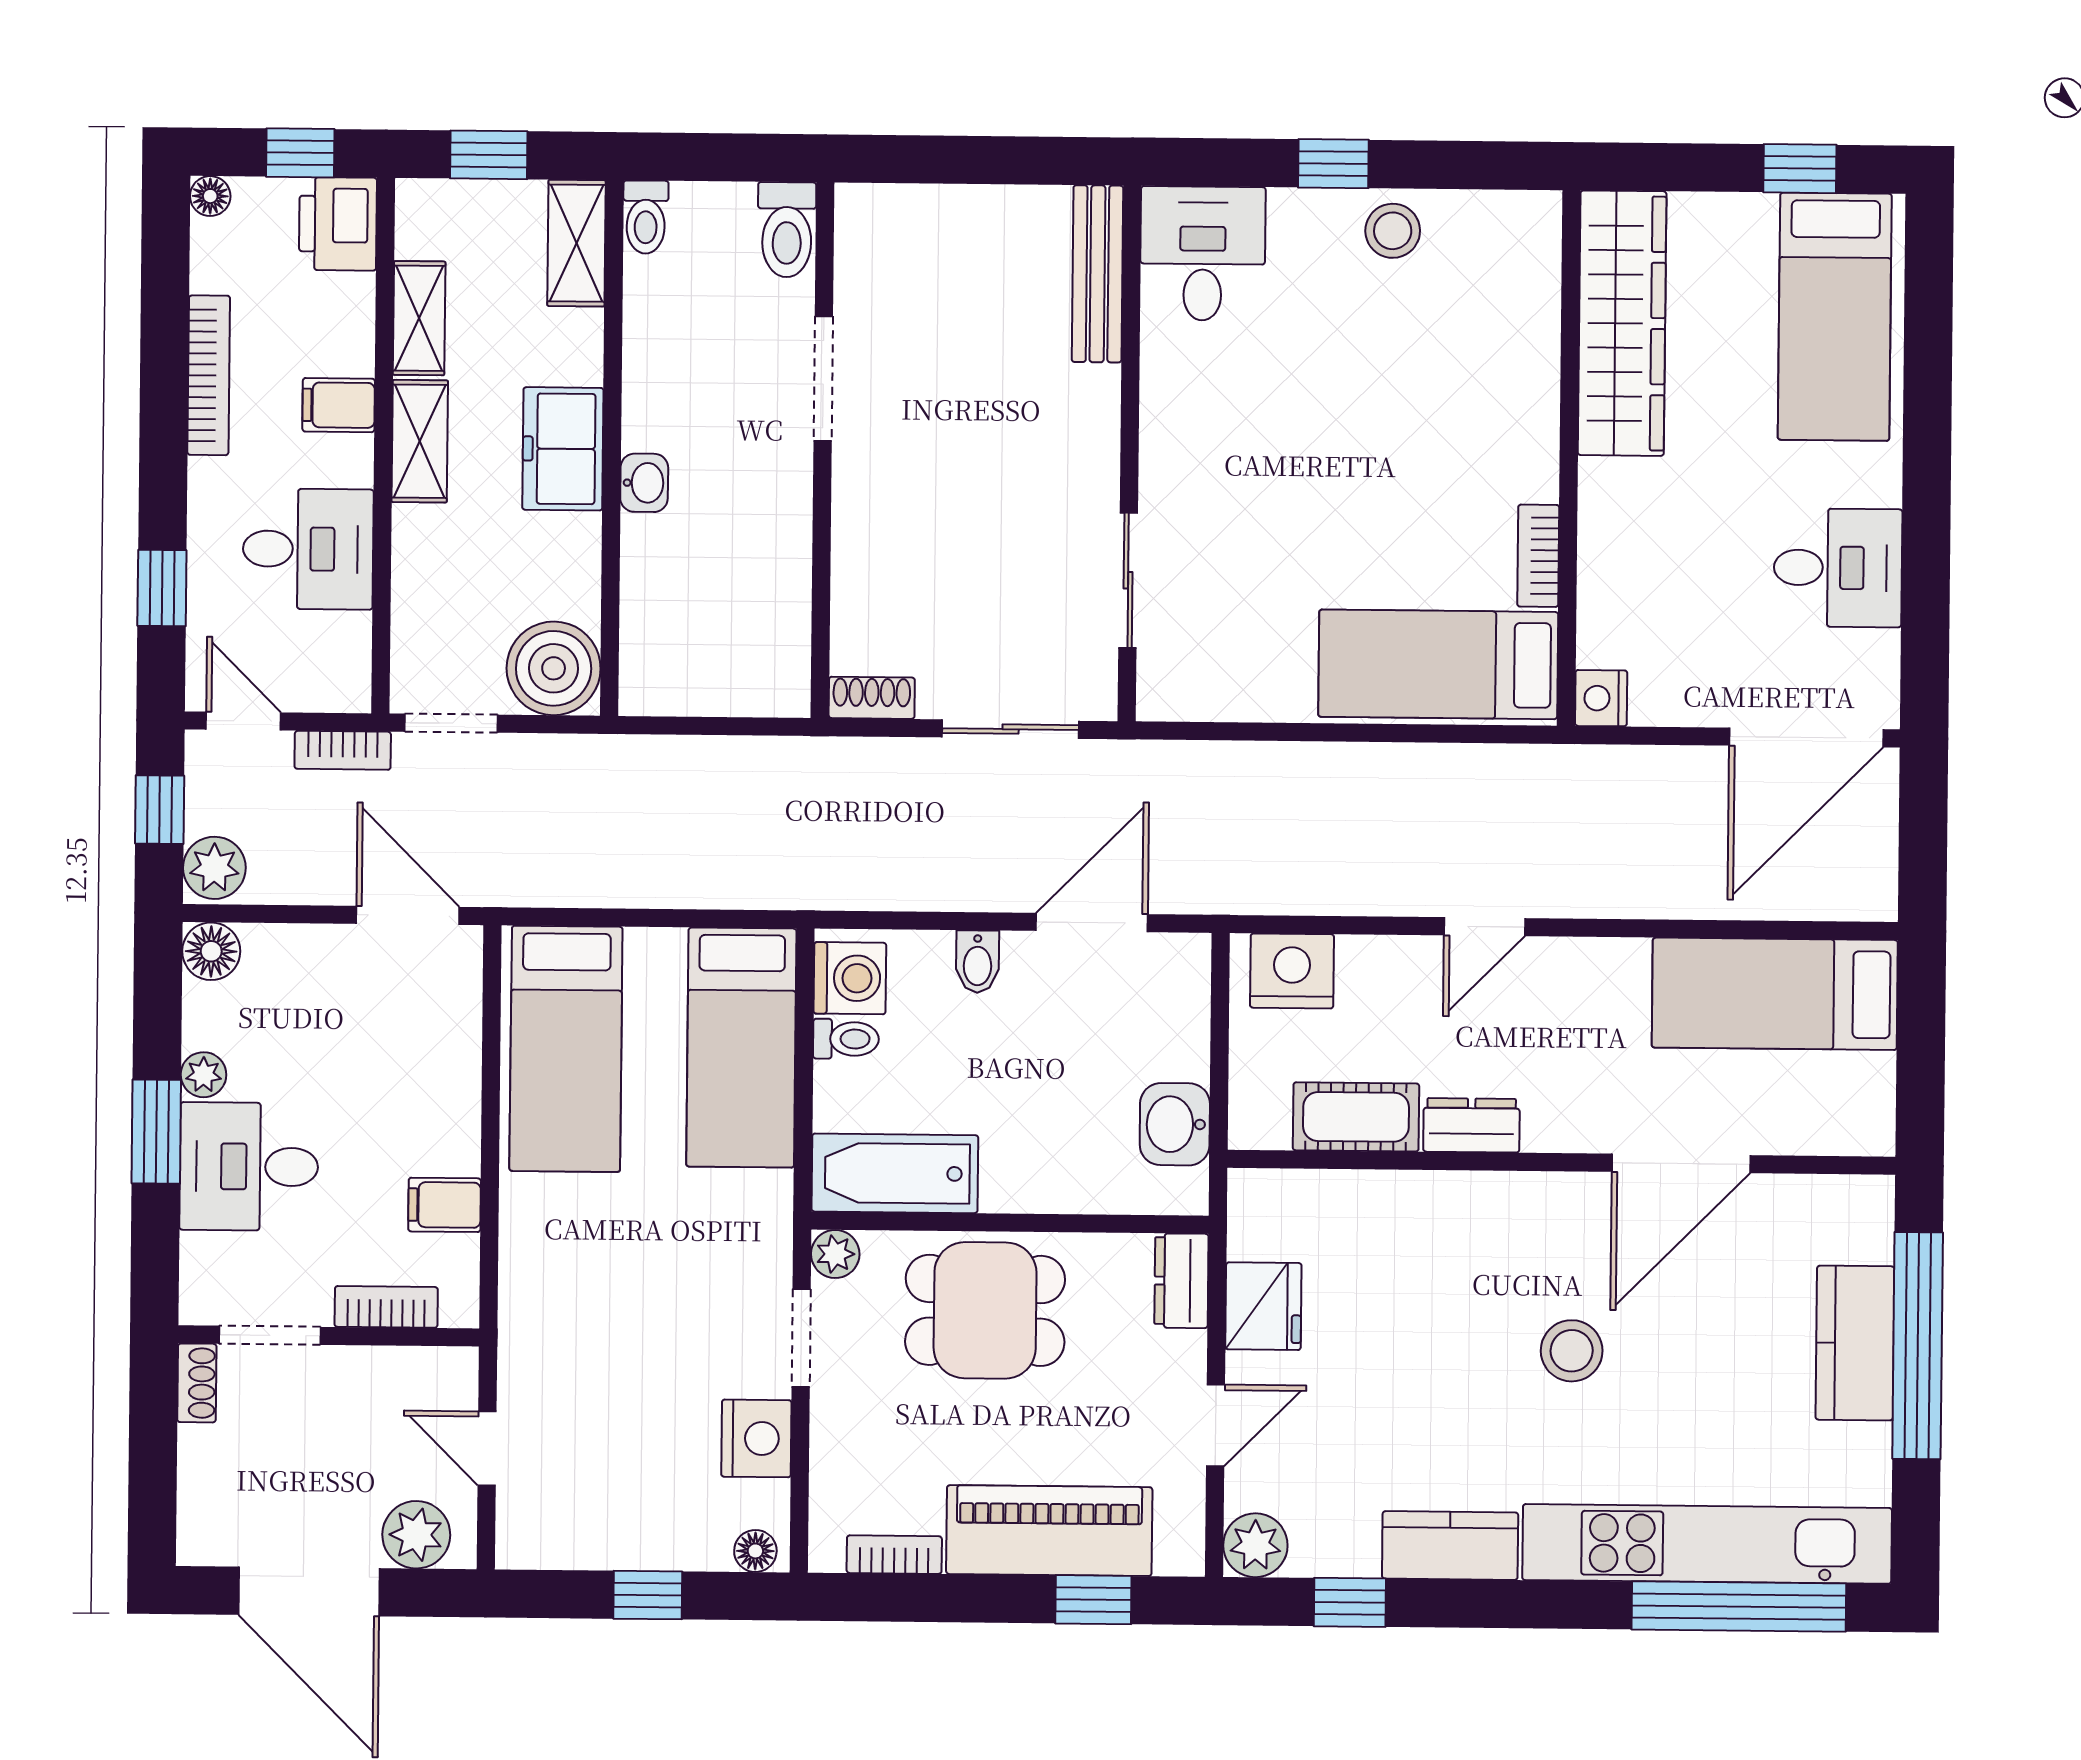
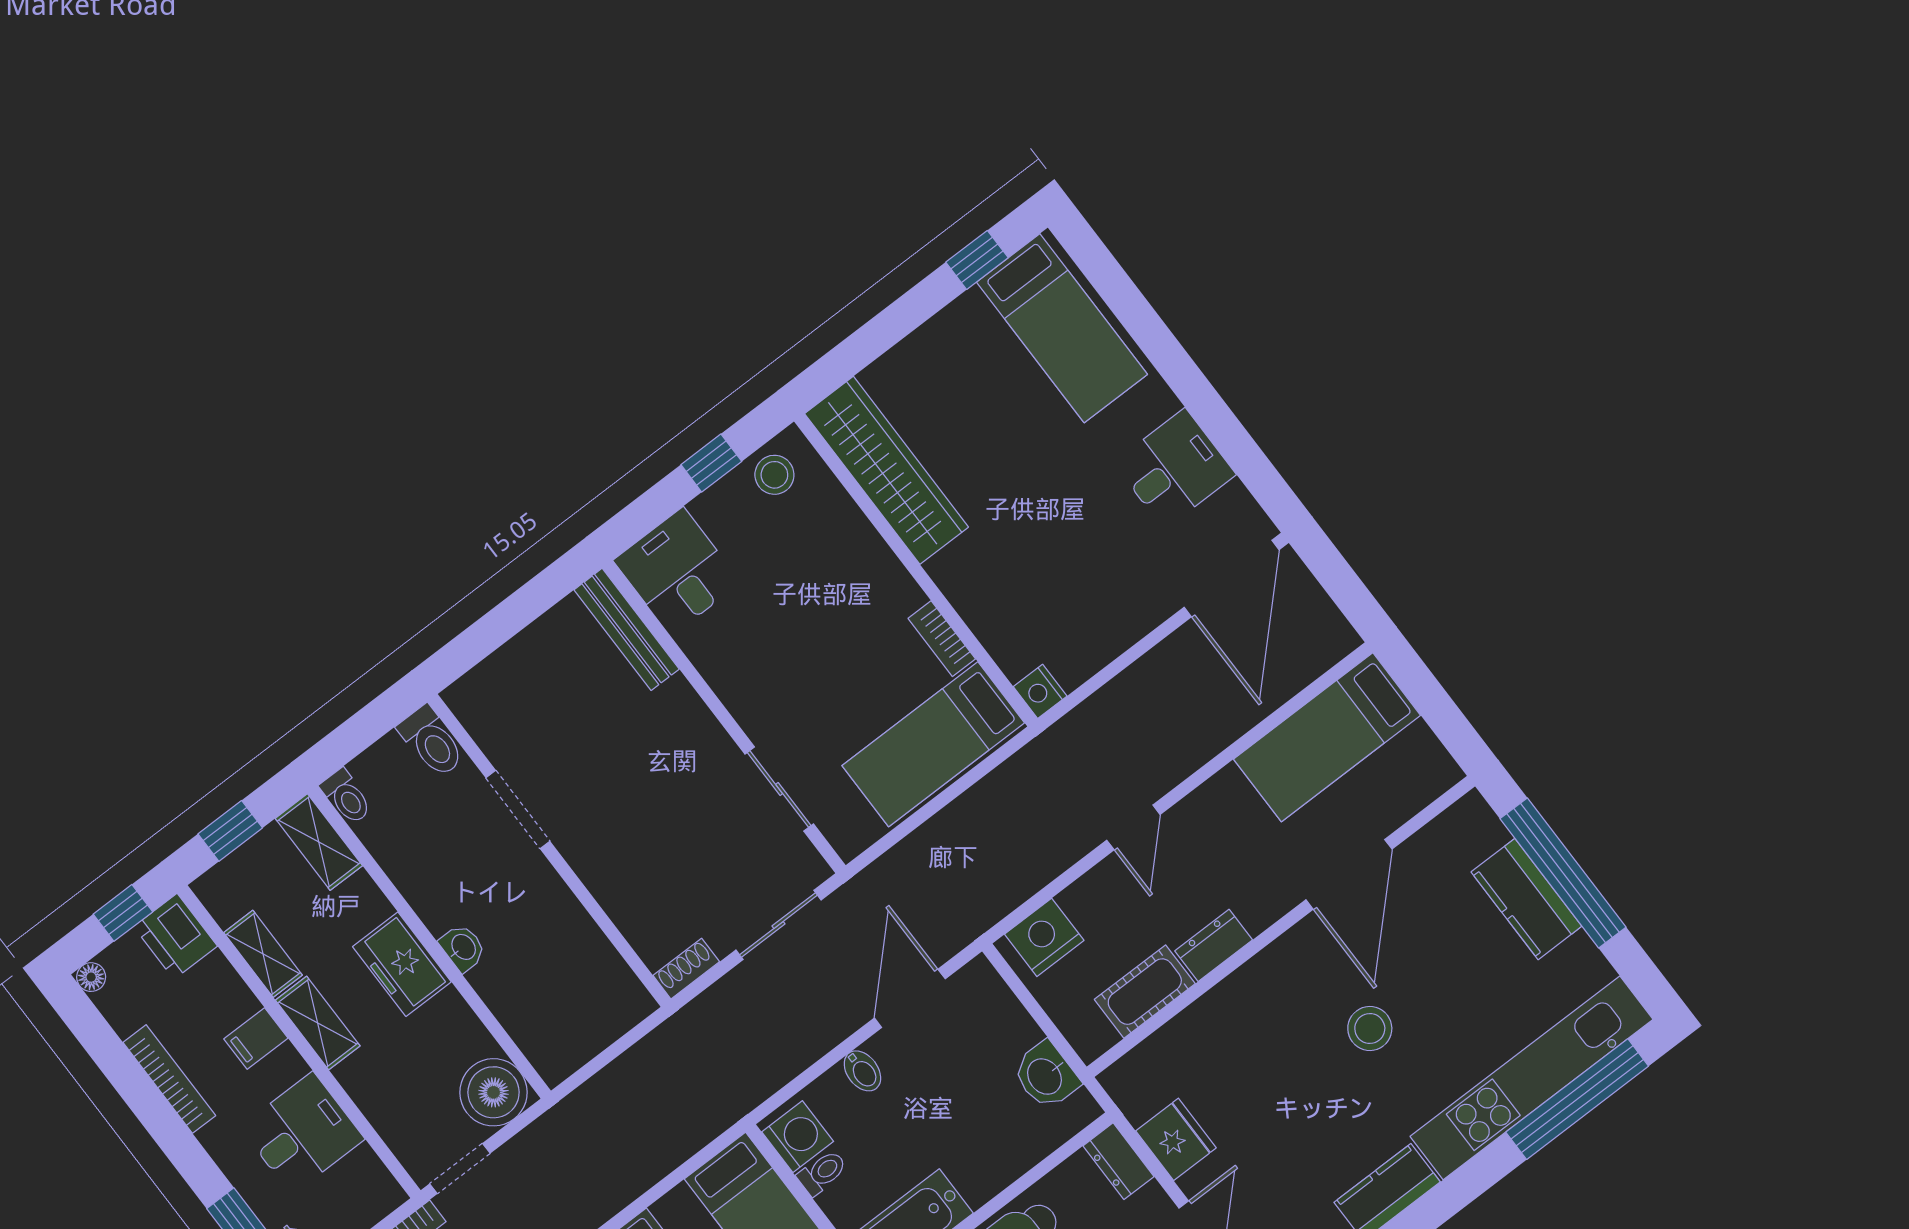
wardrobe: (1622, 323) -> (887, 470), moved
wall: (1569, 458) -> (916, 570), moved
bookcase: (1538, 556) -> (942, 639), moved
bed: (1438, 664) -> (933, 744), moved
nightstand: (1601, 698) -> (1040, 691), moved

